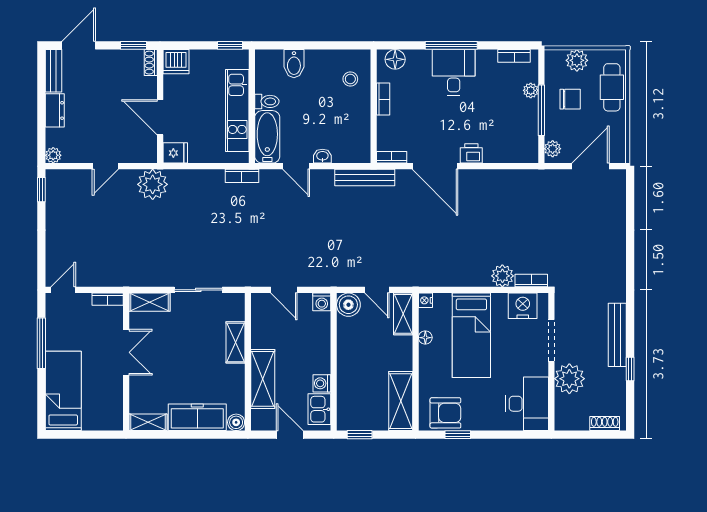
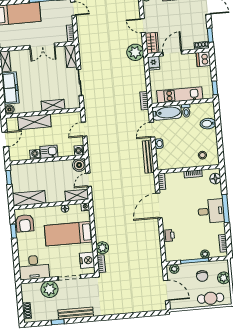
wardrobe: (138, 152) -> (152, 43), added
printer: (471, 153) -> (169, 235), moved
bench: (365, 178) -> (148, 157), moved
kitchen sink: (319, 409) -> (49, 152), moved

